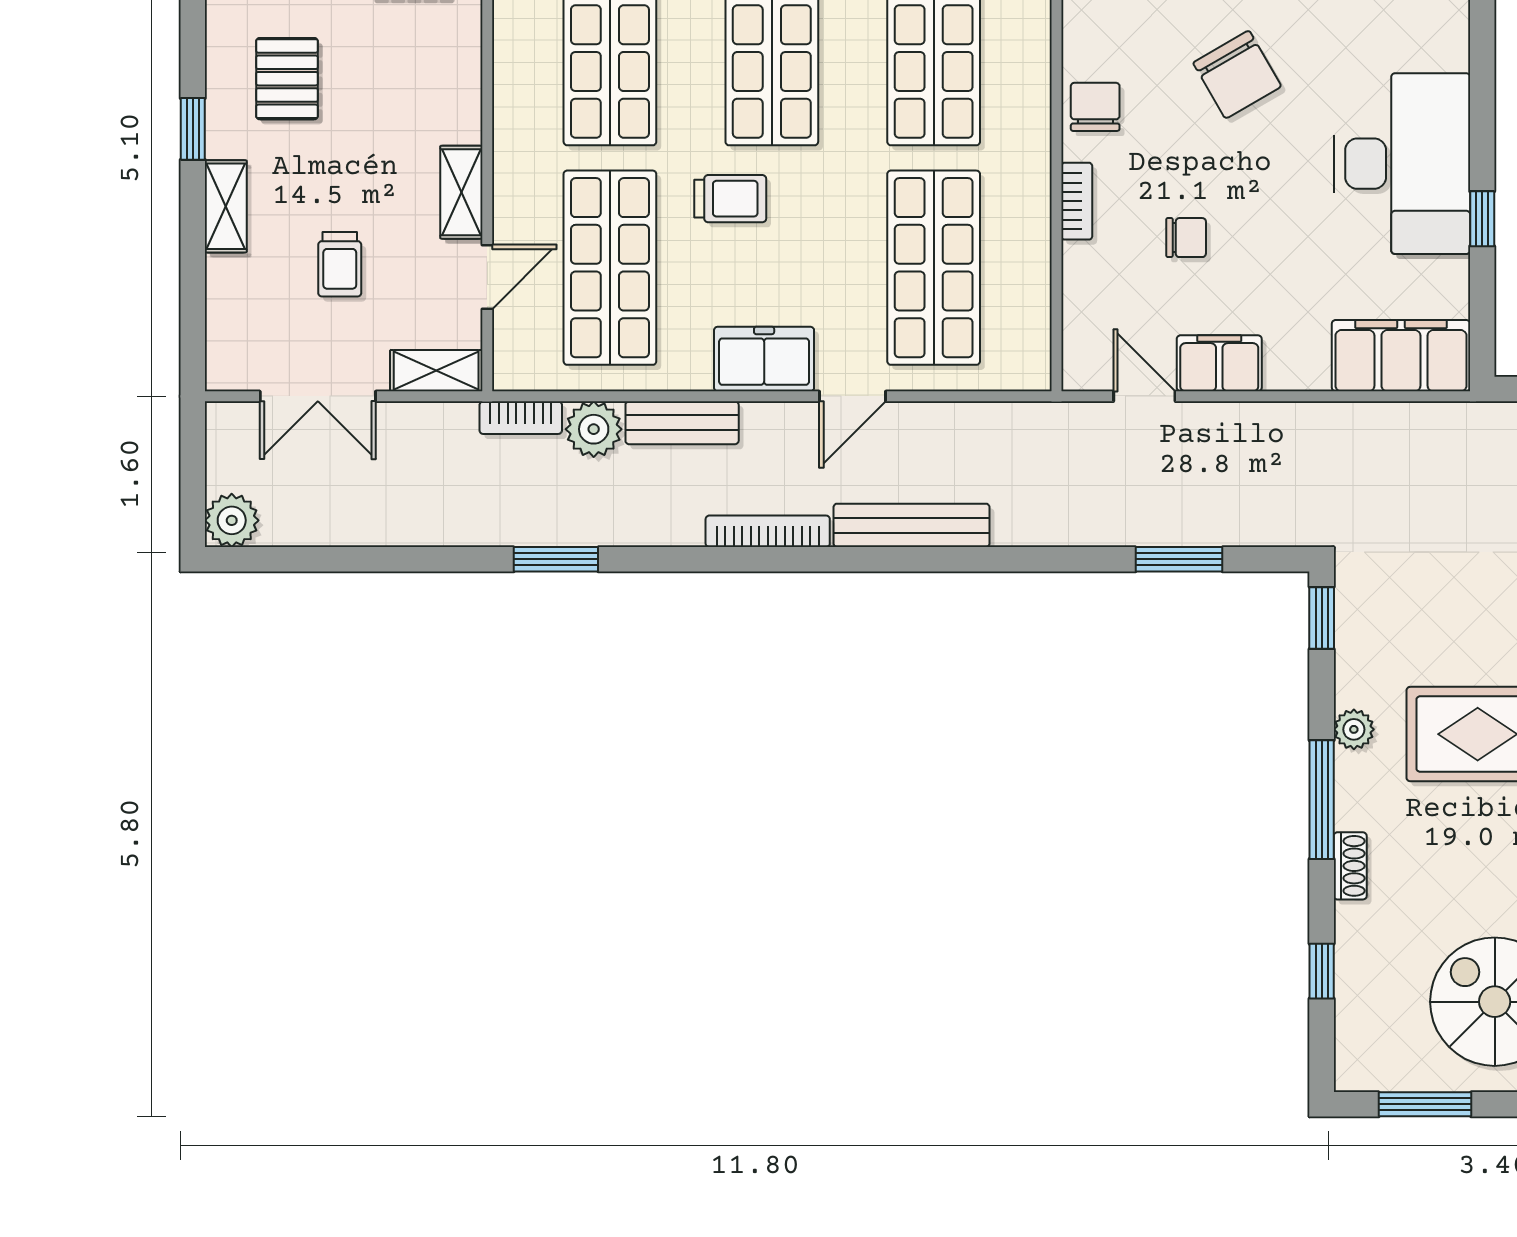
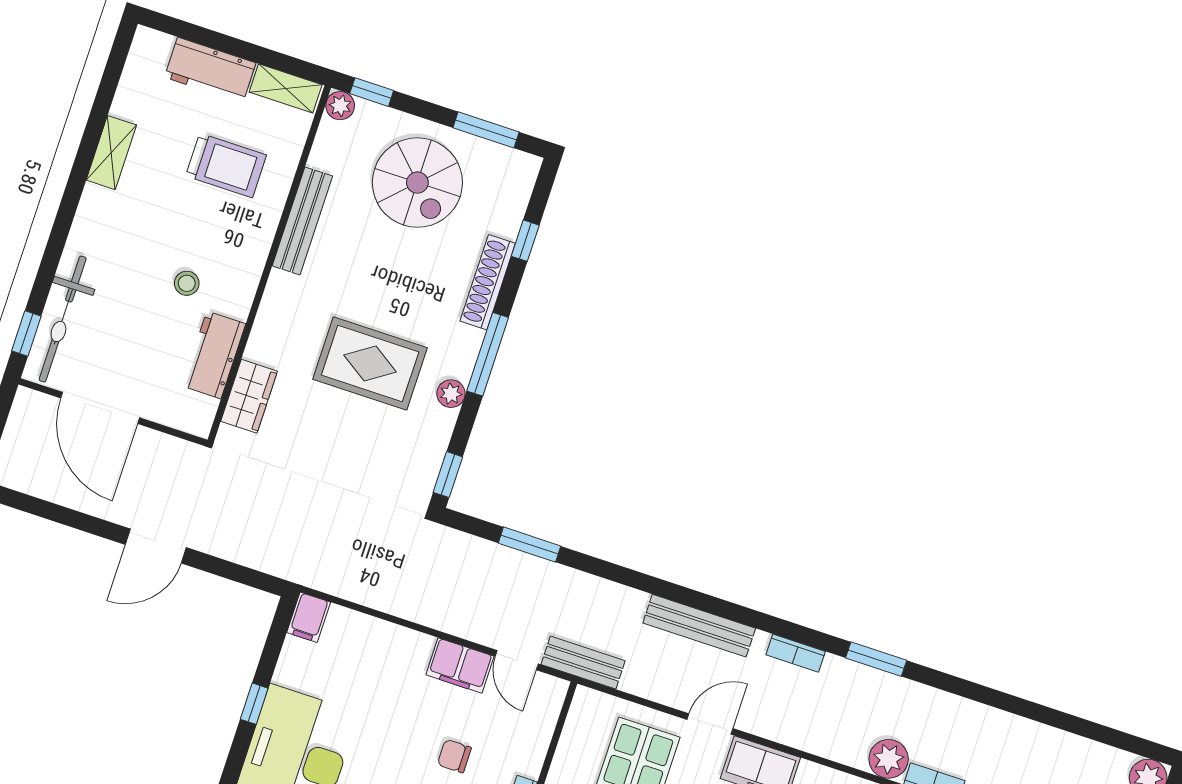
filing cabinet: (1401, 356) -> (309, 617), width x0.33, depth x0.86
bench: (682, 423) -> (583, 663), moved
bookcase: (768, 531) -> (796, 653), width x0.64
window: (556, 559) -> (876, 659), moved
shoe rack: (1350, 866) -> (488, 282), width x1.94, depth x1.24

